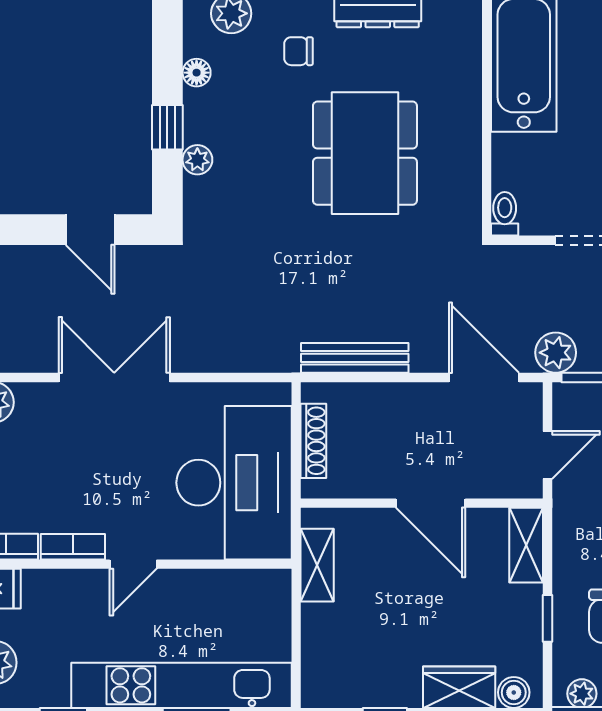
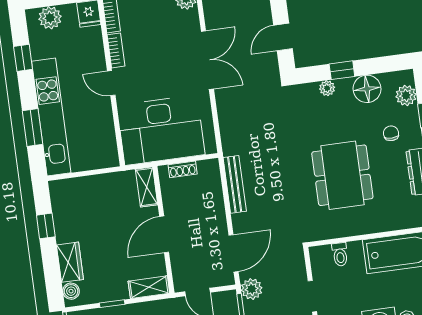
floor lamp: (197, 73) -> (367, 89), width x1.89, depth x1.89
dining table: (365, 153) -> (342, 175), turned 90
toilet: (505, 214) -> (340, 254), moved, turned 90
shoe rack: (313, 441) -> (183, 169), width x0.70
shelving: (317, 565) -> (147, 187), moved, turned 90

